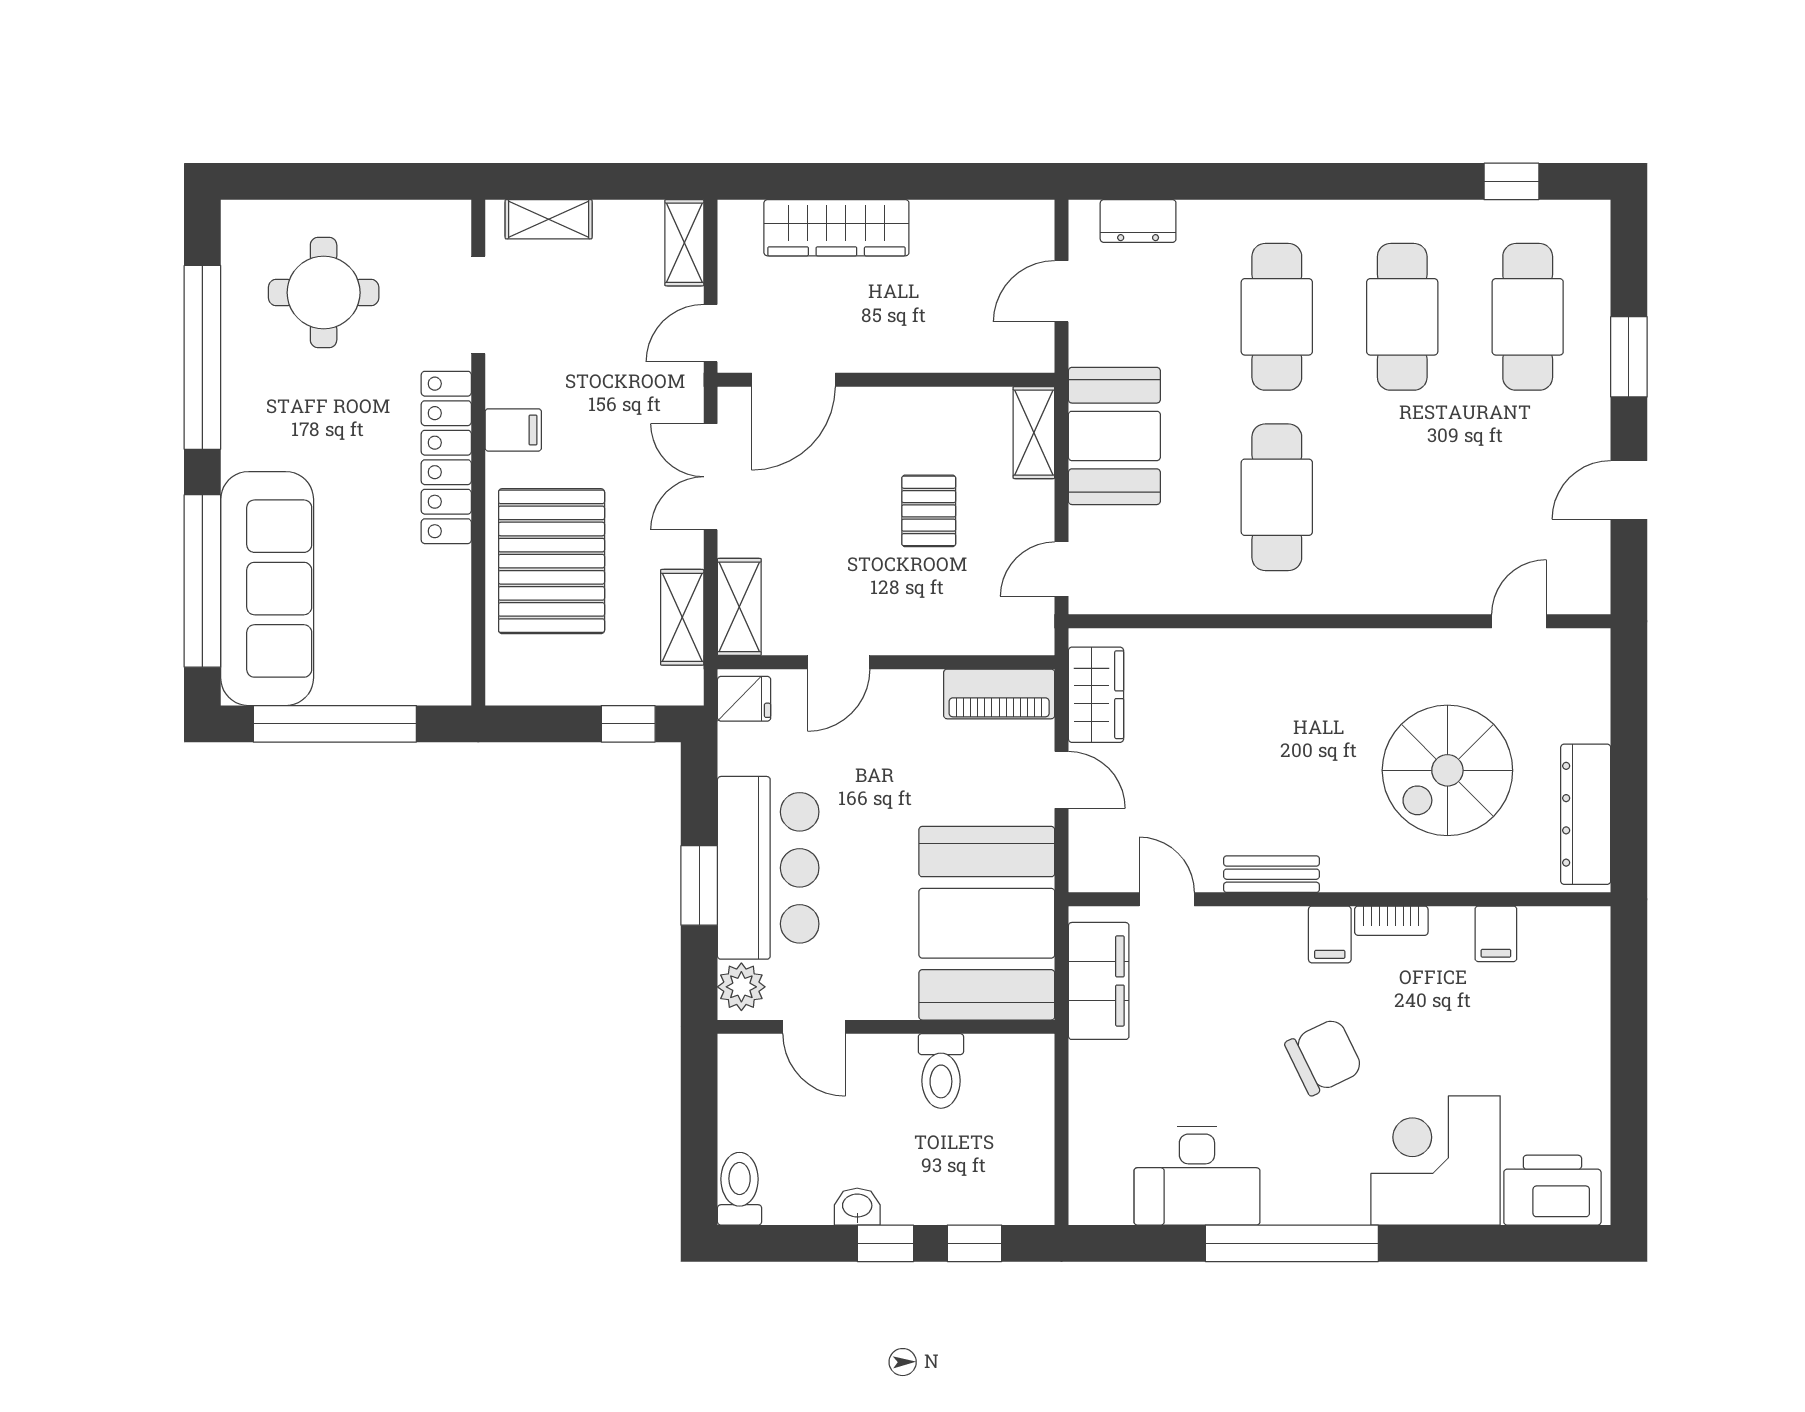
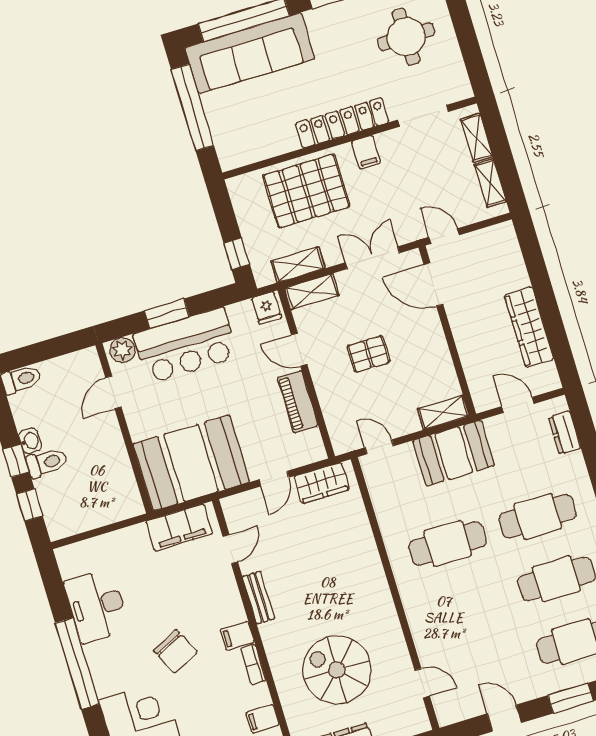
wardrobe: (836, 228) -> (529, 327), moved
shelving: (684, 243) -> (490, 183), moved, turned 90
pallet: (929, 511) -> (369, 354), moved
piano: (999, 694) -> (298, 402), moved
toilet: (941, 1071) -> (47, 463), moved, turned 180

